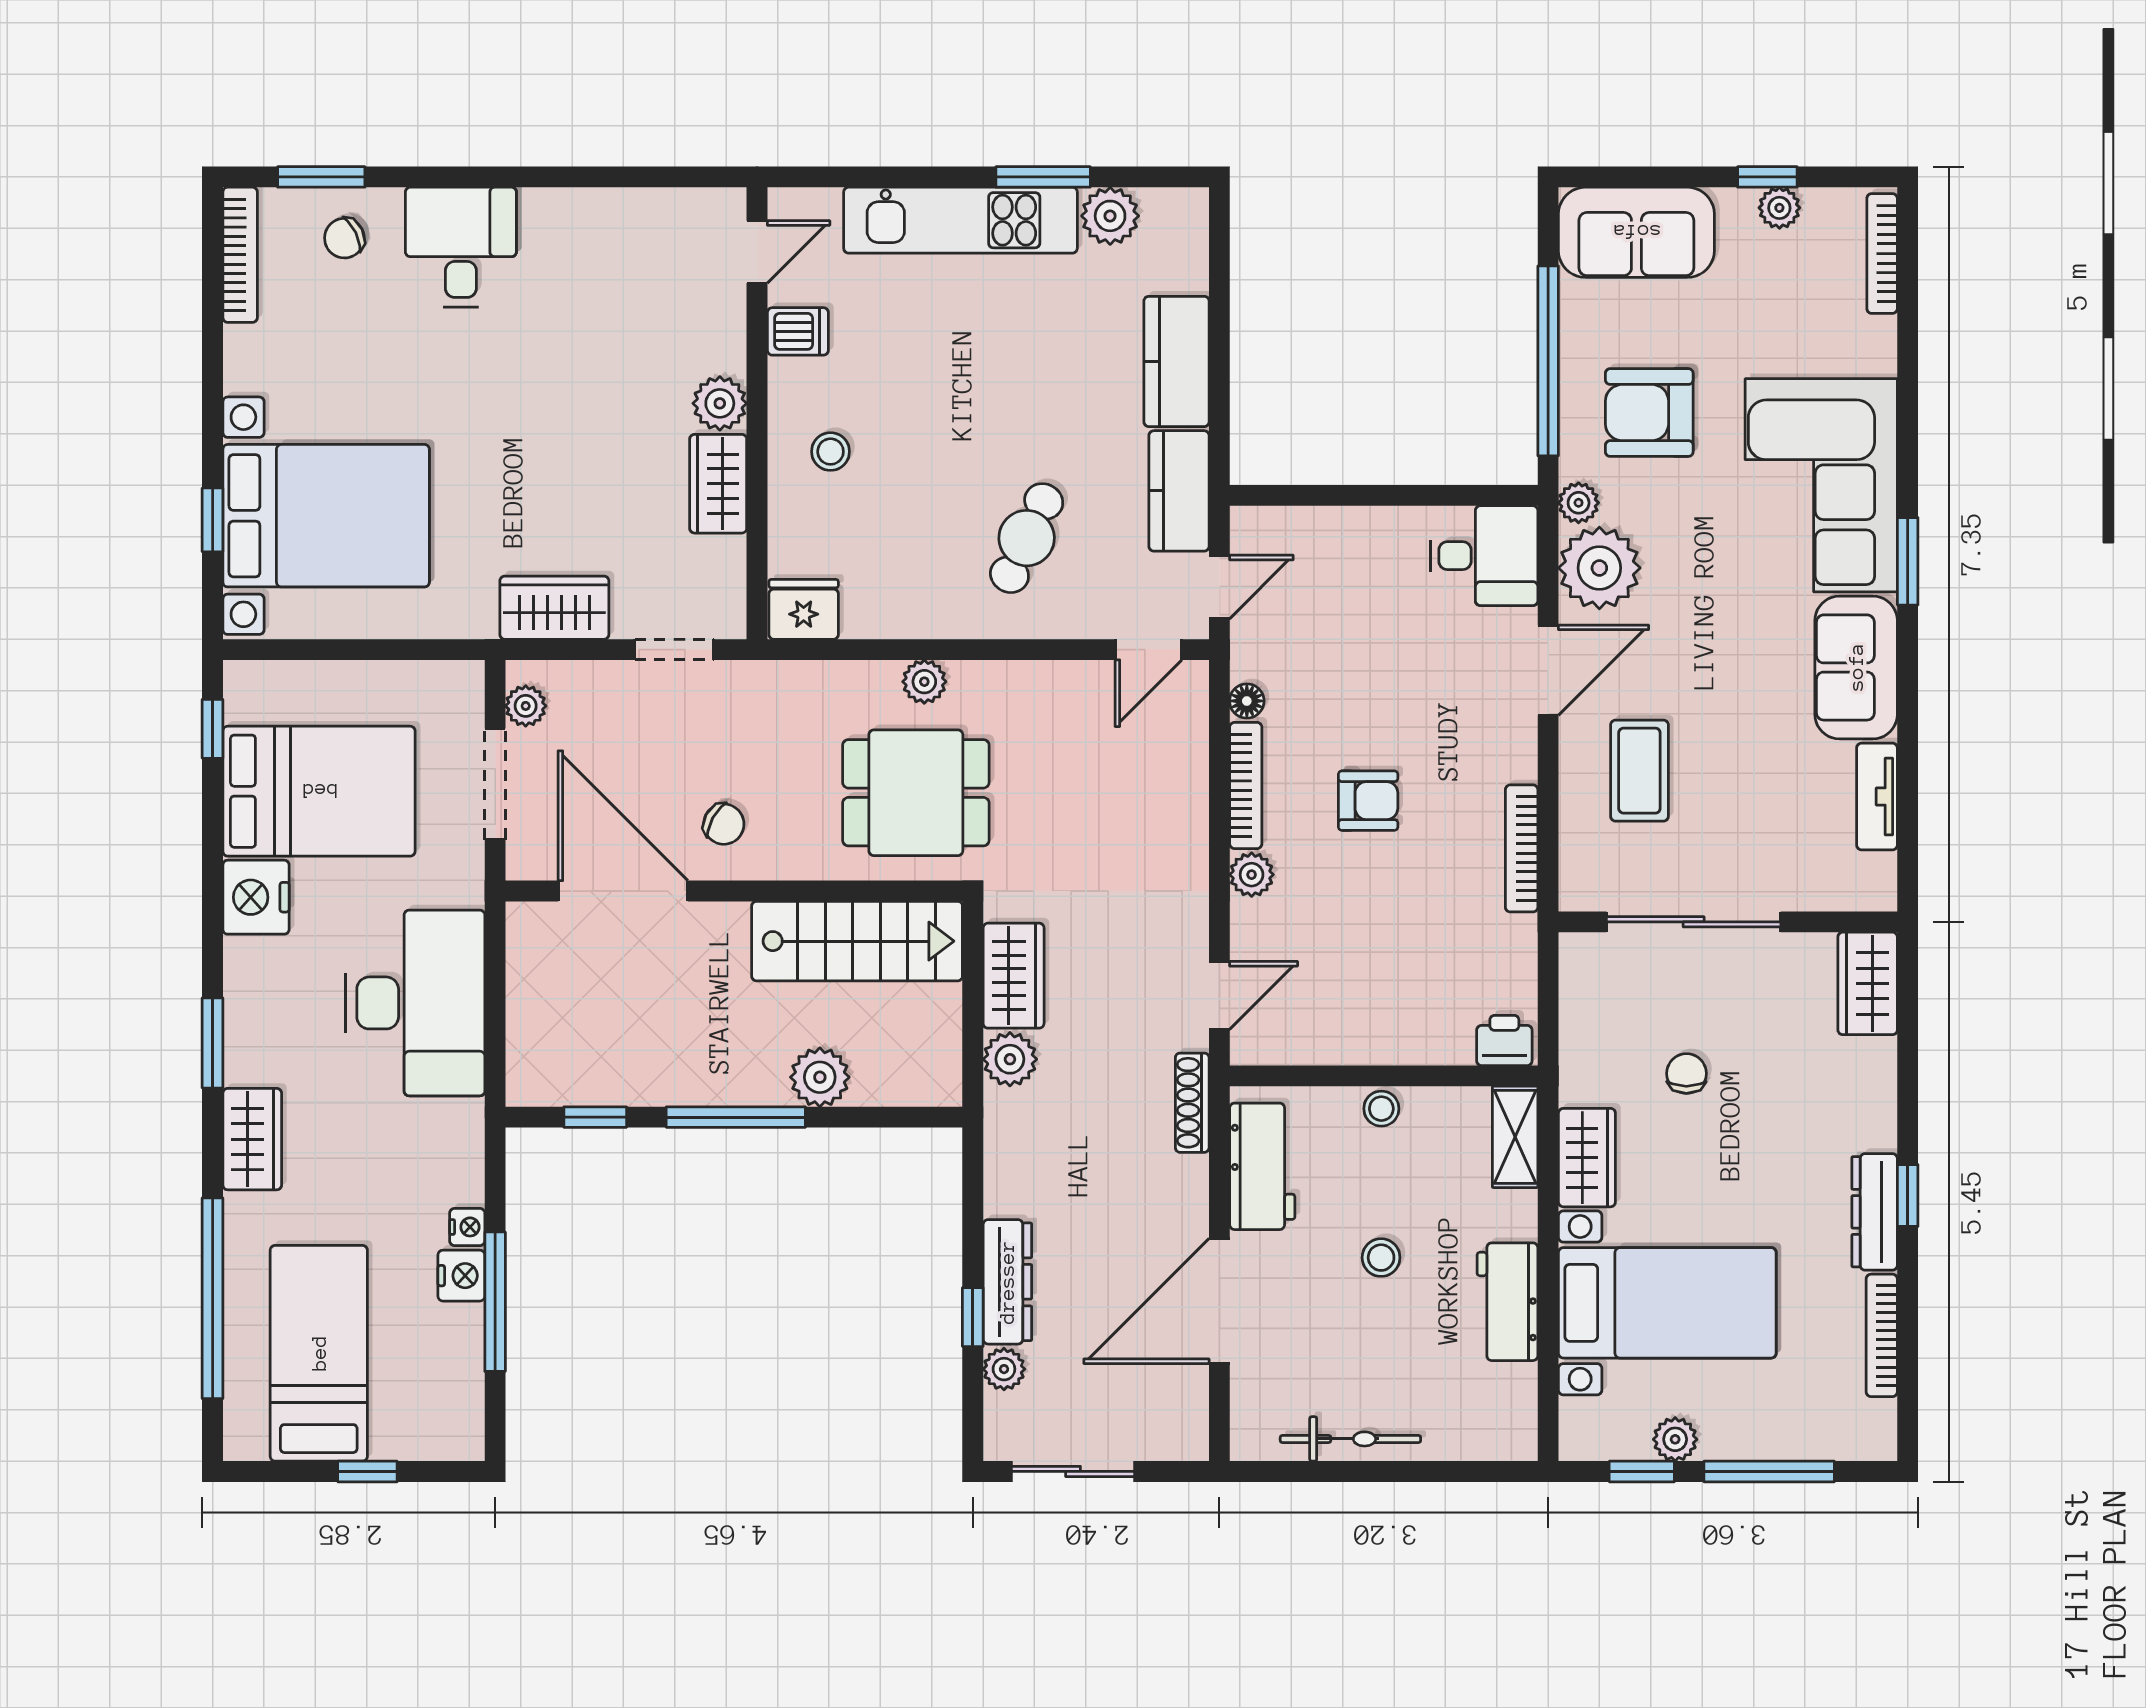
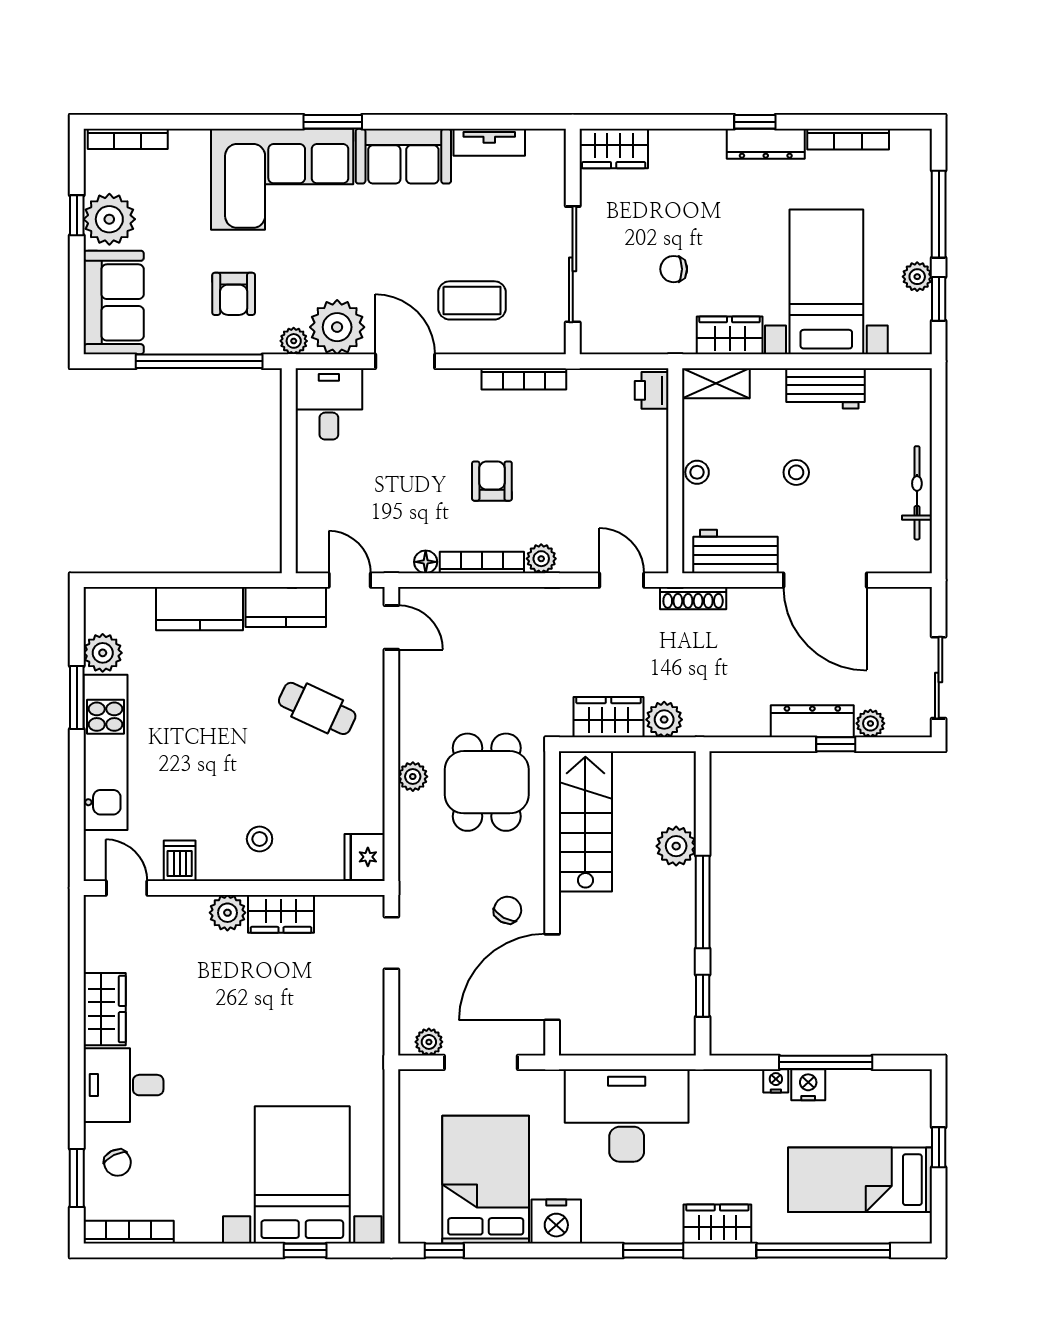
plant: (1779, 208) -> (109, 219), width x1.88, depth x1.88
armchair: (1649, 413) -> (234, 294), width x0.72, depth x0.72
wardrobe: (554, 608) -> (105, 1009), moved, turned 180

